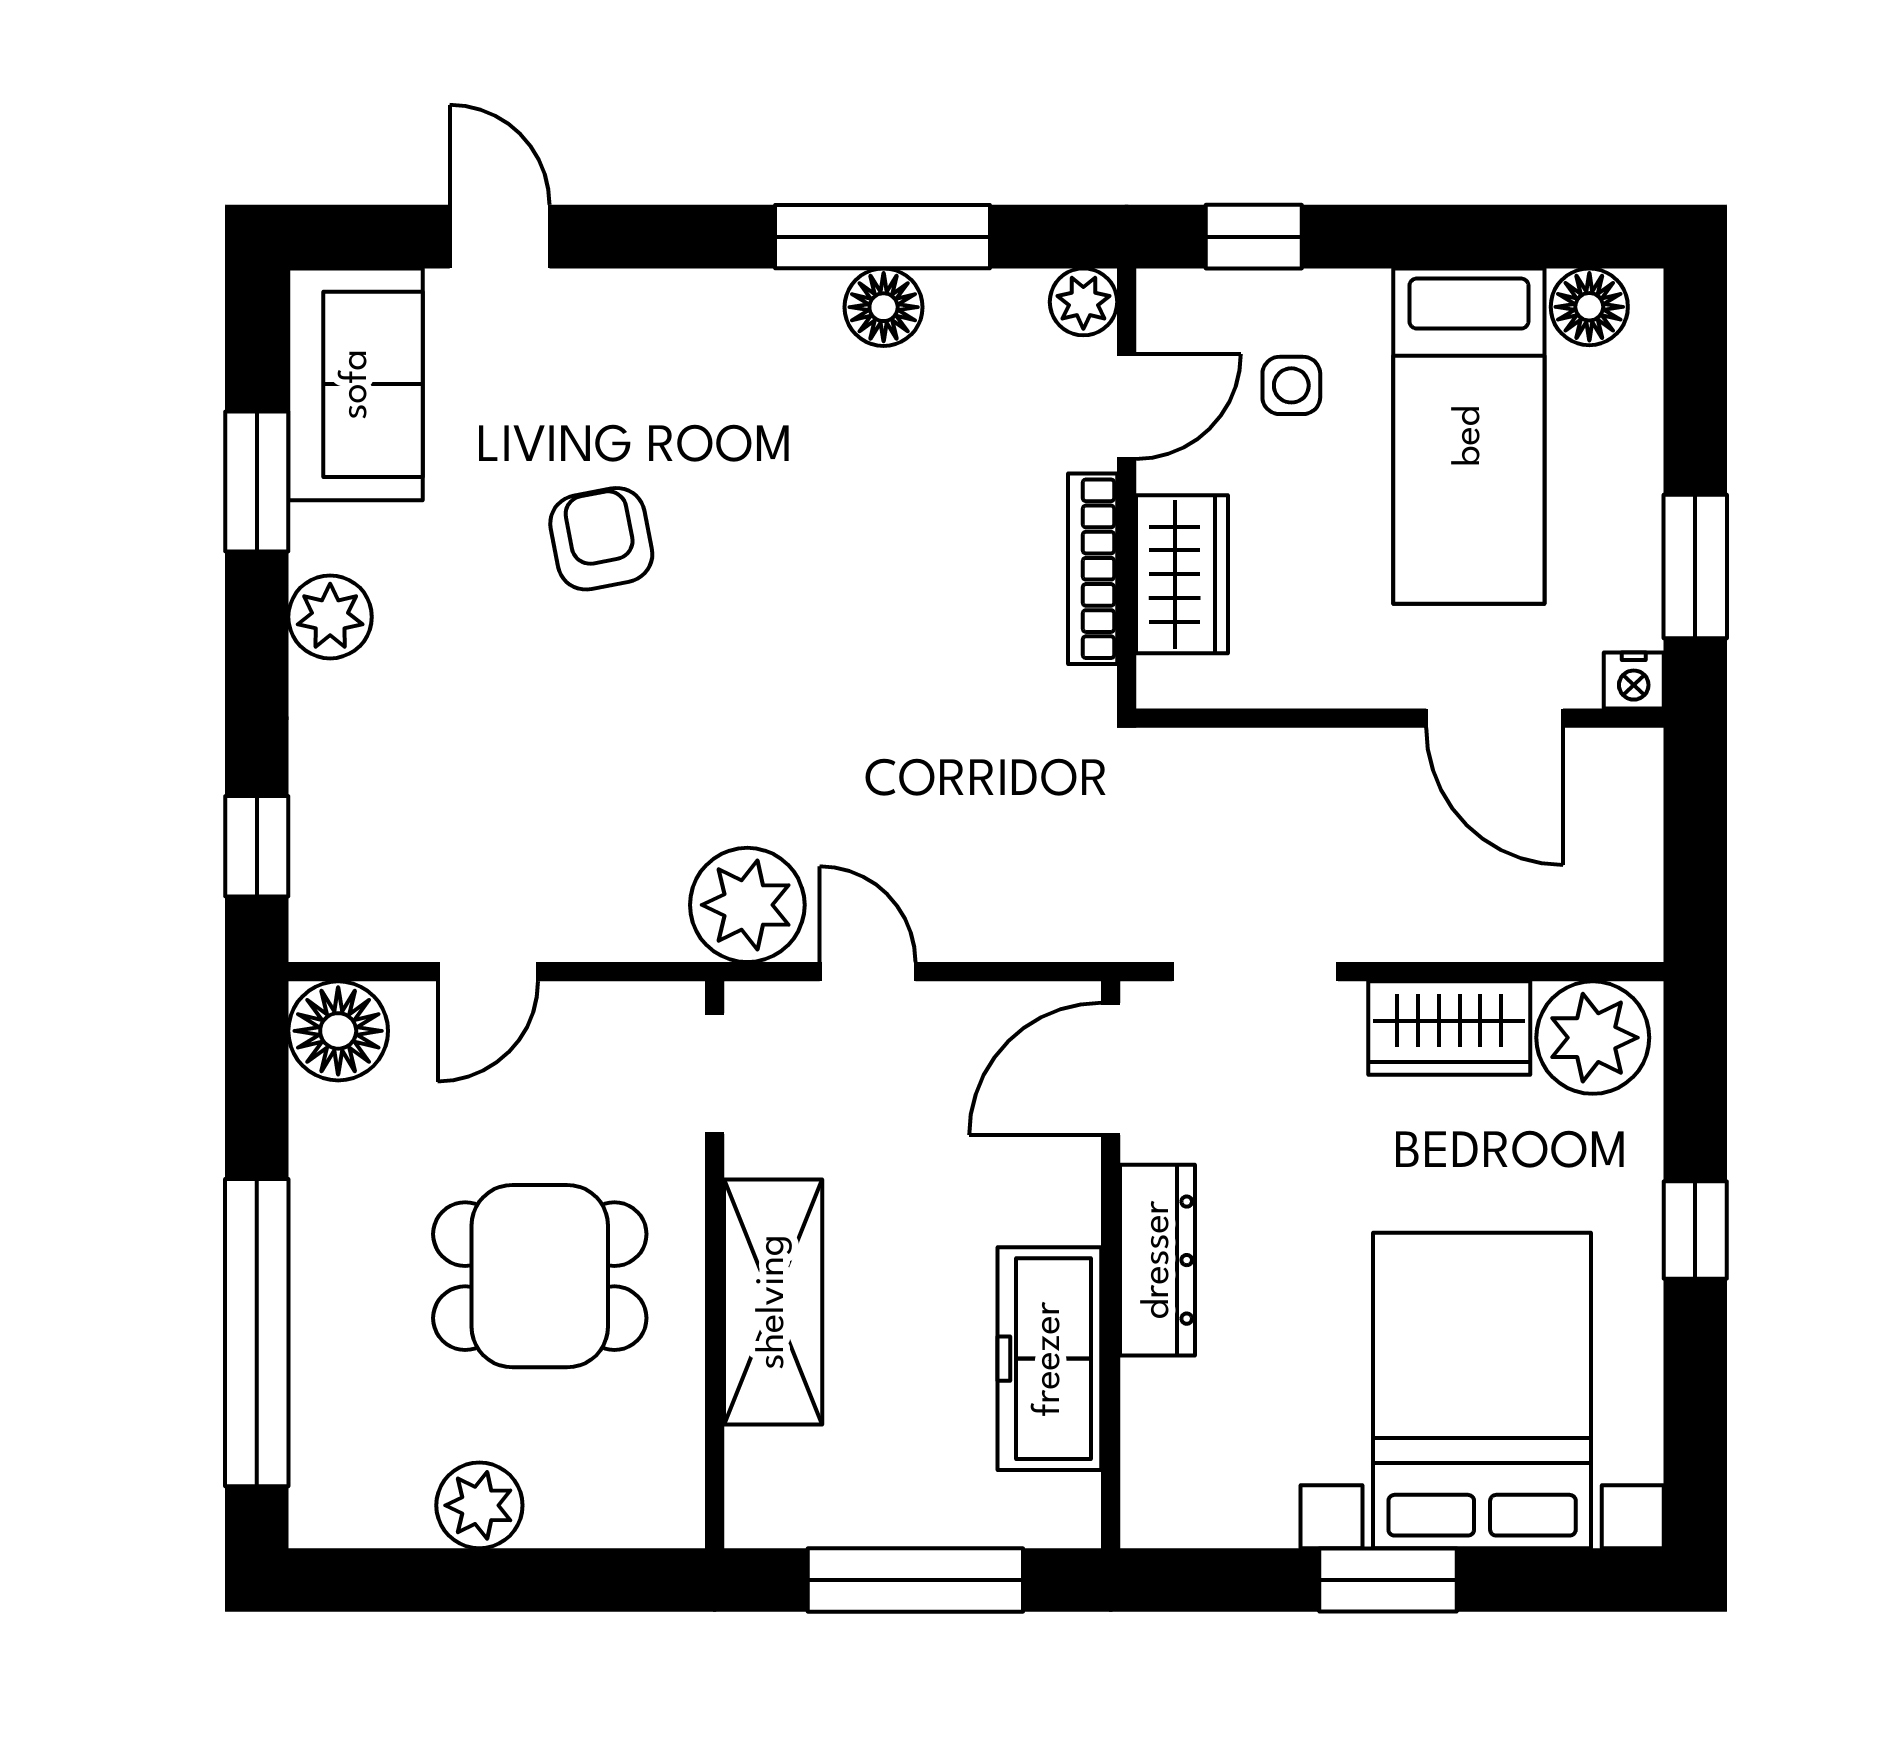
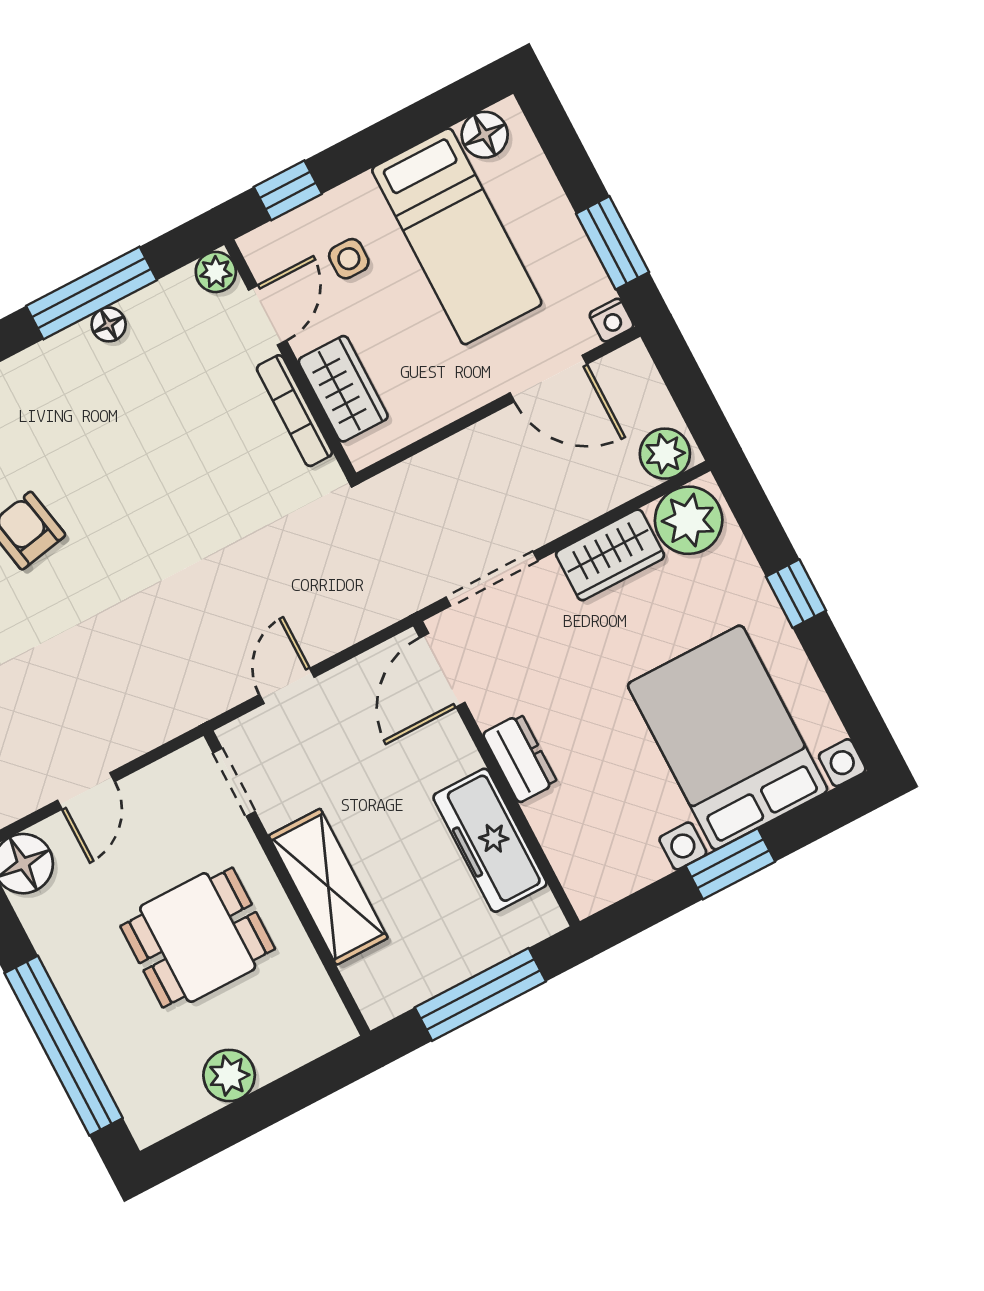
floor lamp: (884, 307) -> (109, 324), width x0.73, depth x0.73
plant: (747, 905) -> (665, 454), moved, width x0.73, depth x0.73
door: (868, 972) -> (287, 686), hinge flipped
dresser: (1158, 1260) -> (520, 758), width x0.70

